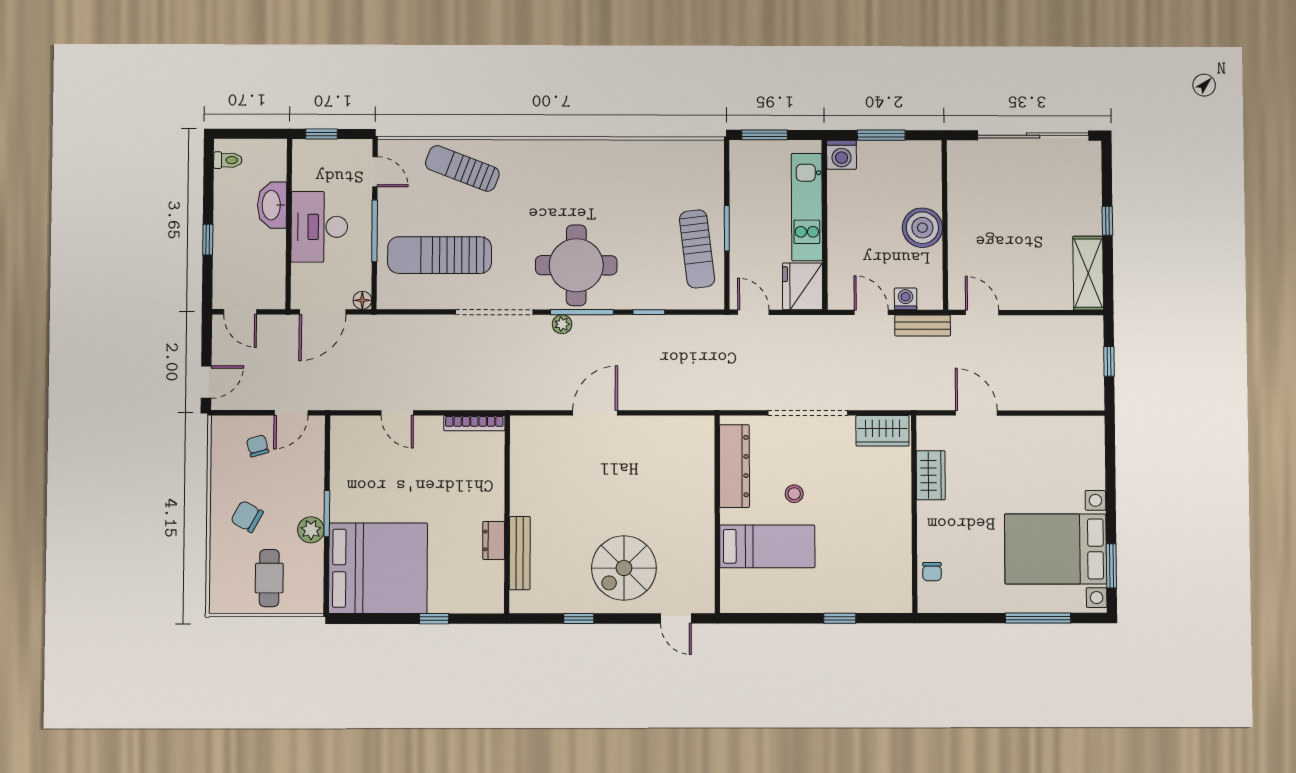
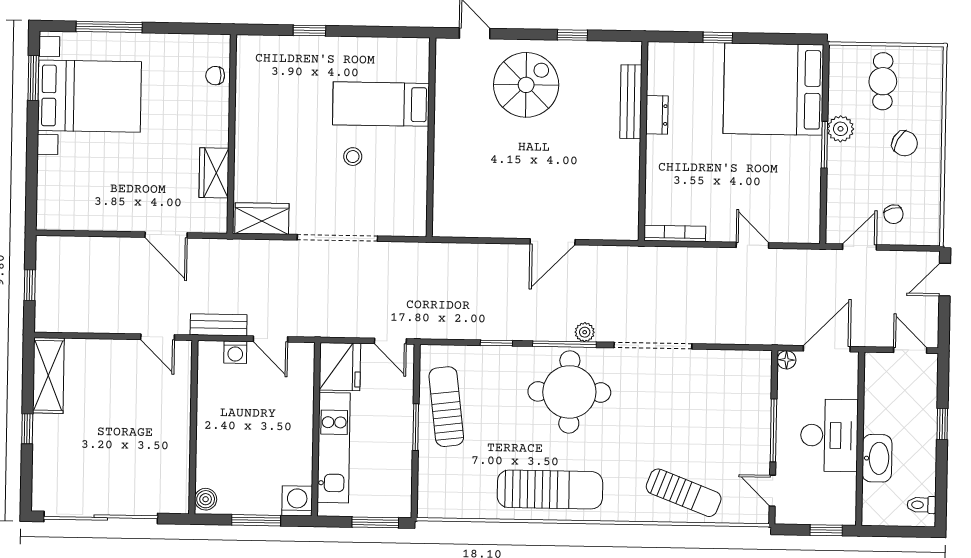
boiler: (922, 228) -> (206, 499), moved, width x0.54, depth x0.54
sun lounger: (440, 255) -> (550, 490), moved
dresser: (734, 466) -> (413, 186), removed
chair: (932, 572) -> (215, 76), turned -90

